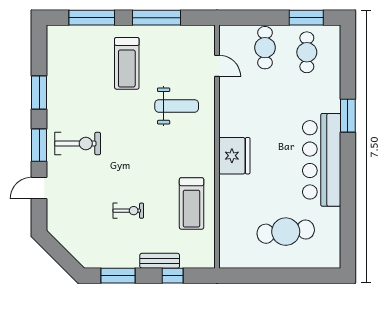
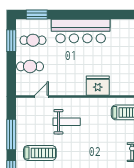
weight bench: (177, 106) -> (67, 122), turned 90
window: (348, 116) -> (37, 15), moved
bar counter: (322, 160) -> (81, 31), moved

